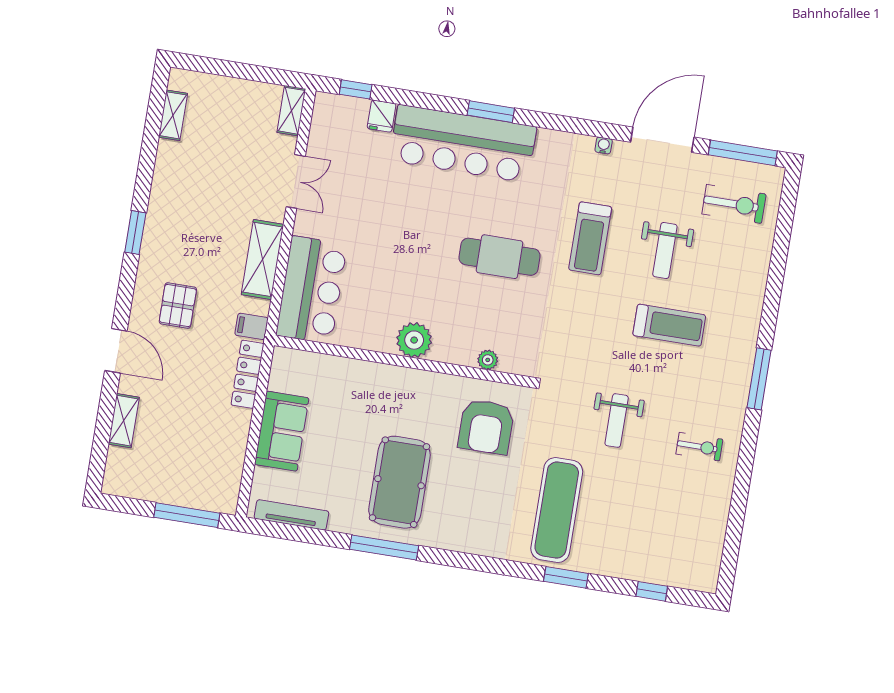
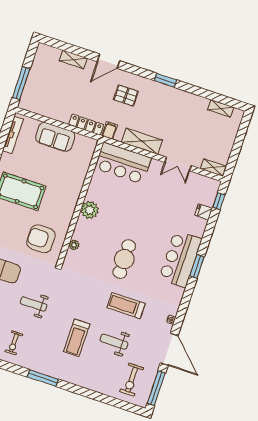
bar counter: (463, 144) -> (180, 259), width x0.73

